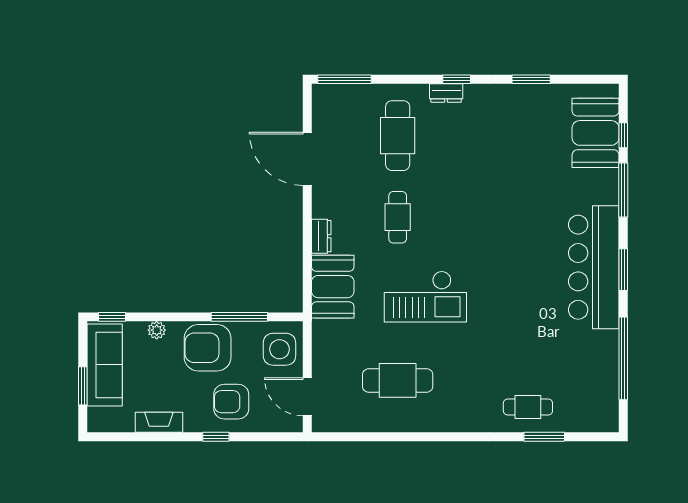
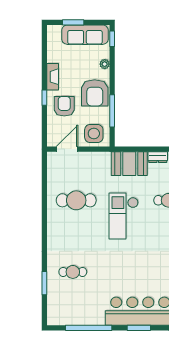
armchair: (208, 348) -> (95, 93), turned 180
cafe table: (398, 380) -> (76, 200), turned 90
cafe table: (528, 407) -> (73, 272), moved, turned 90
fireplace: (159, 422) -> (53, 77), moved

